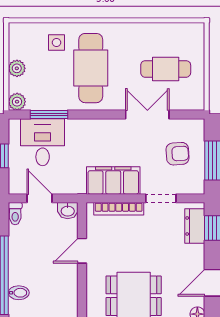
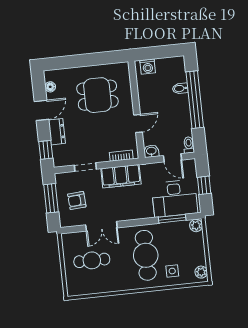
plant: (17, 68) -> (201, 272), moved
desk: (43, 142) -> (175, 198), width x1.37
bookcase: (119, 209) -> (121, 156), width x0.64
dresser: (195, 226) -> (57, 132), moved

